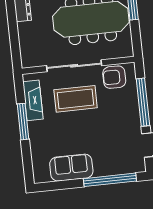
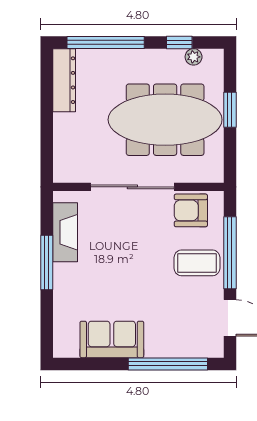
coffee table: (76, 99) -> (197, 263), moved, width x0.73, depth x0.76

